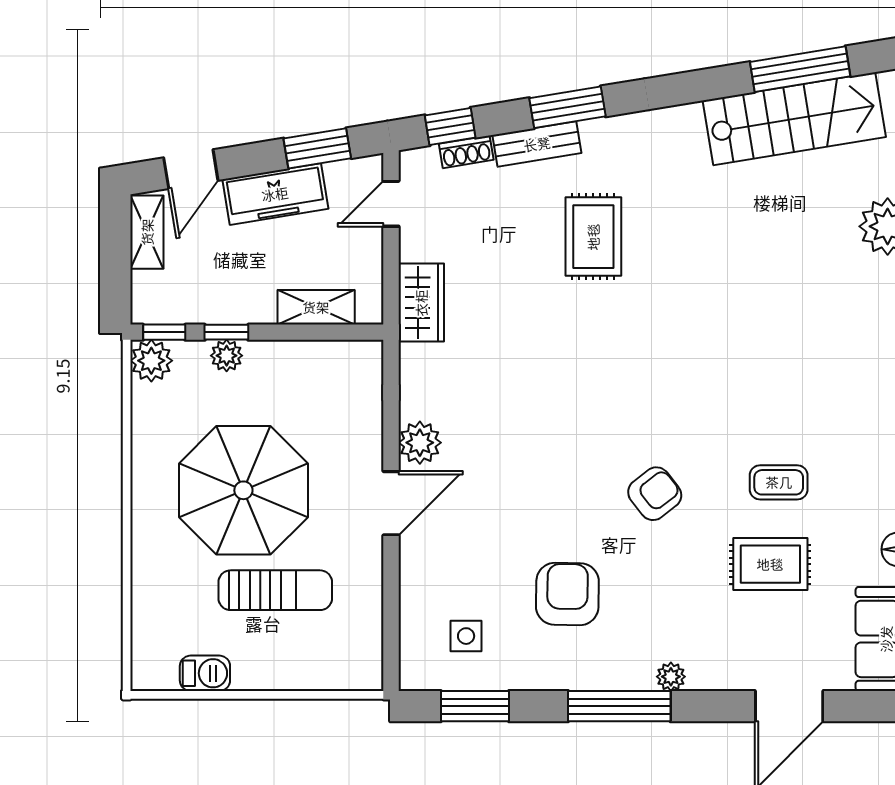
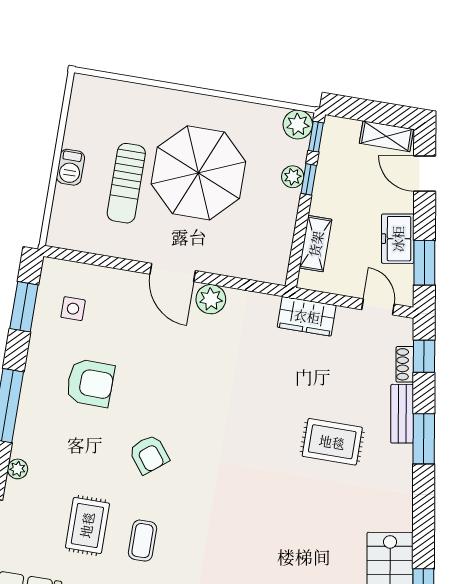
freezer: (275, 194) -> (398, 239), width x0.71
barbecue: (205, 673) -> (70, 167), moved
plant: (671, 677) -> (18, 469), moved

